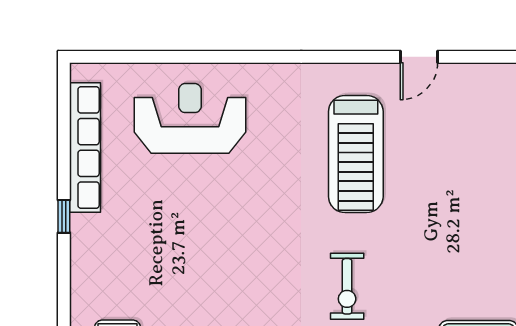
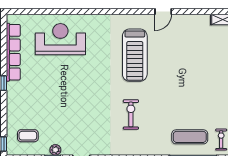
exercise bike: (347, 286) -> (131, 114), turned 180

